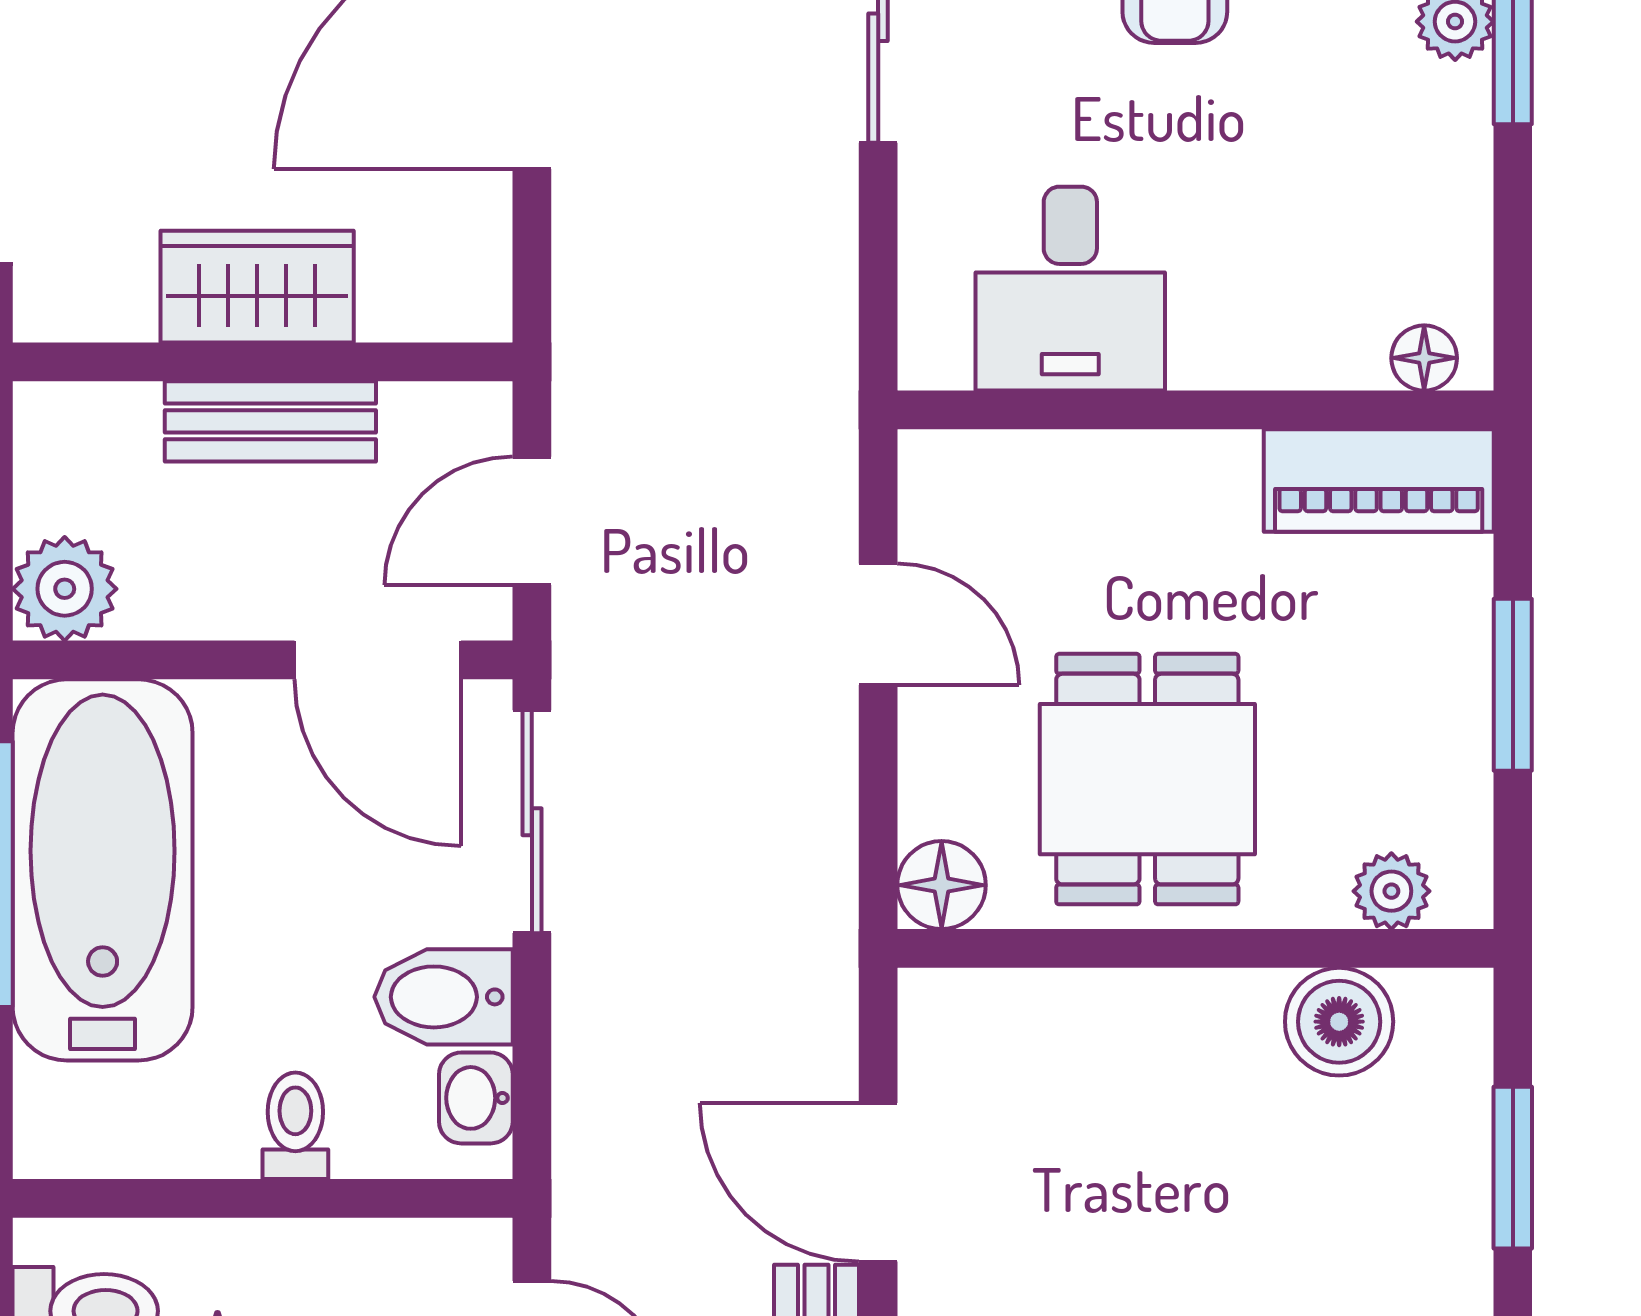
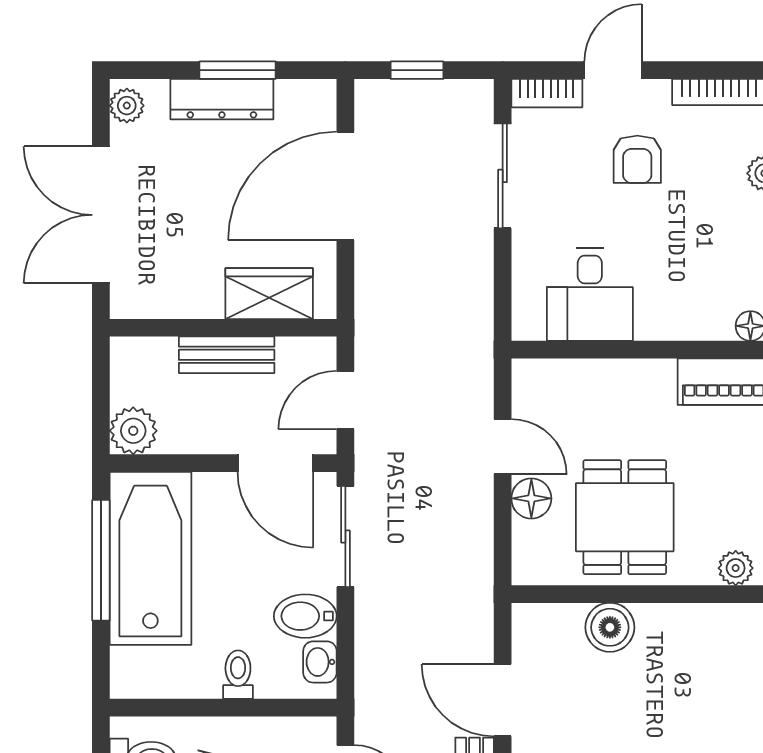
wardrobe: (257, 287) -> (269, 294), moved
floor lamp: (942, 885) -> (531, 498), moved
boiler: (1339, 1022) -> (610, 627), moved

